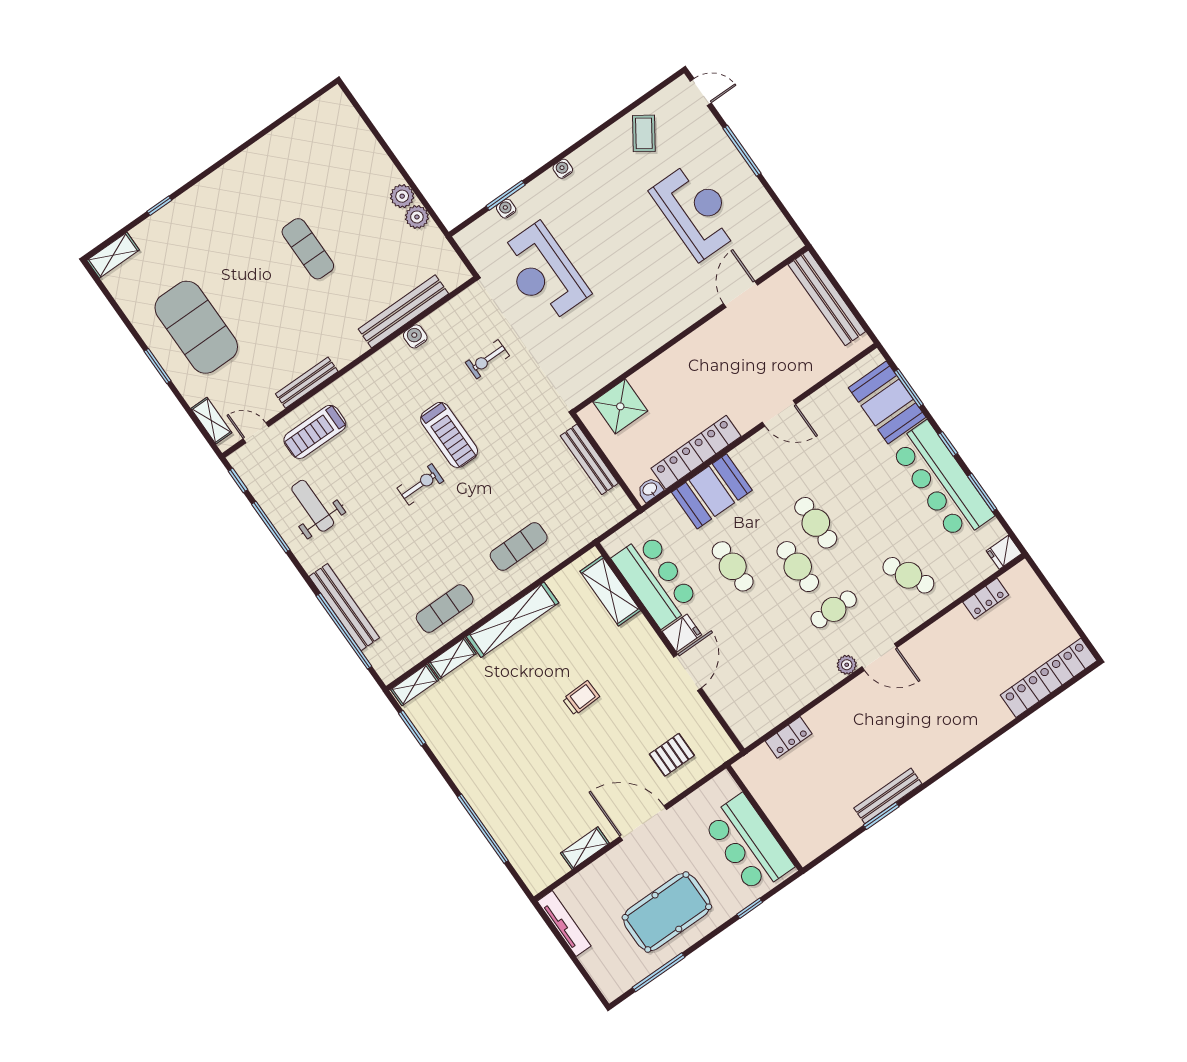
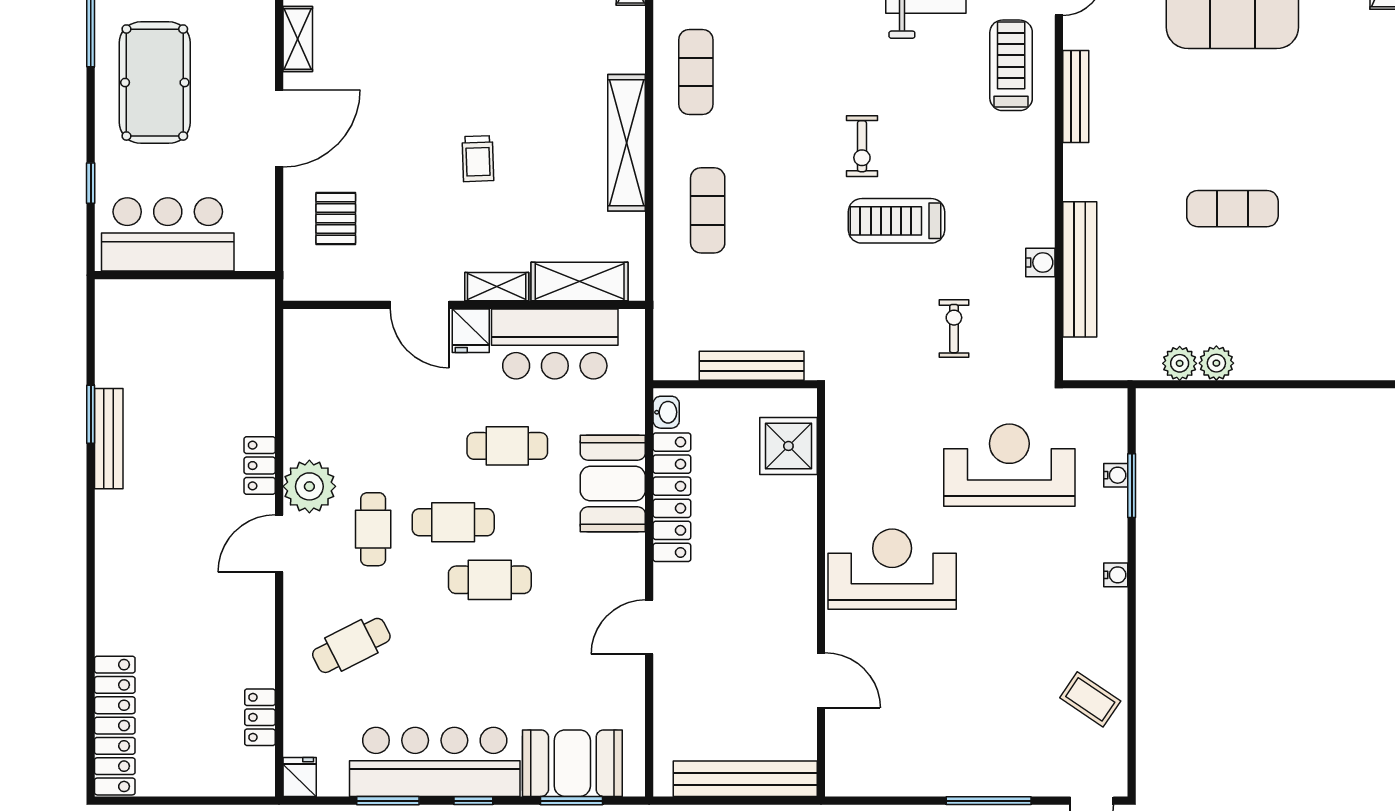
reception desk: (696, 211) -> (892, 569), moved, turned 180
shelving: (452, 658) -> (497, 287), moved, turned 90
plant: (847, 665) -> (309, 486), width x1.88, depth x1.88
locker: (789, 737) -> (260, 466), moved

